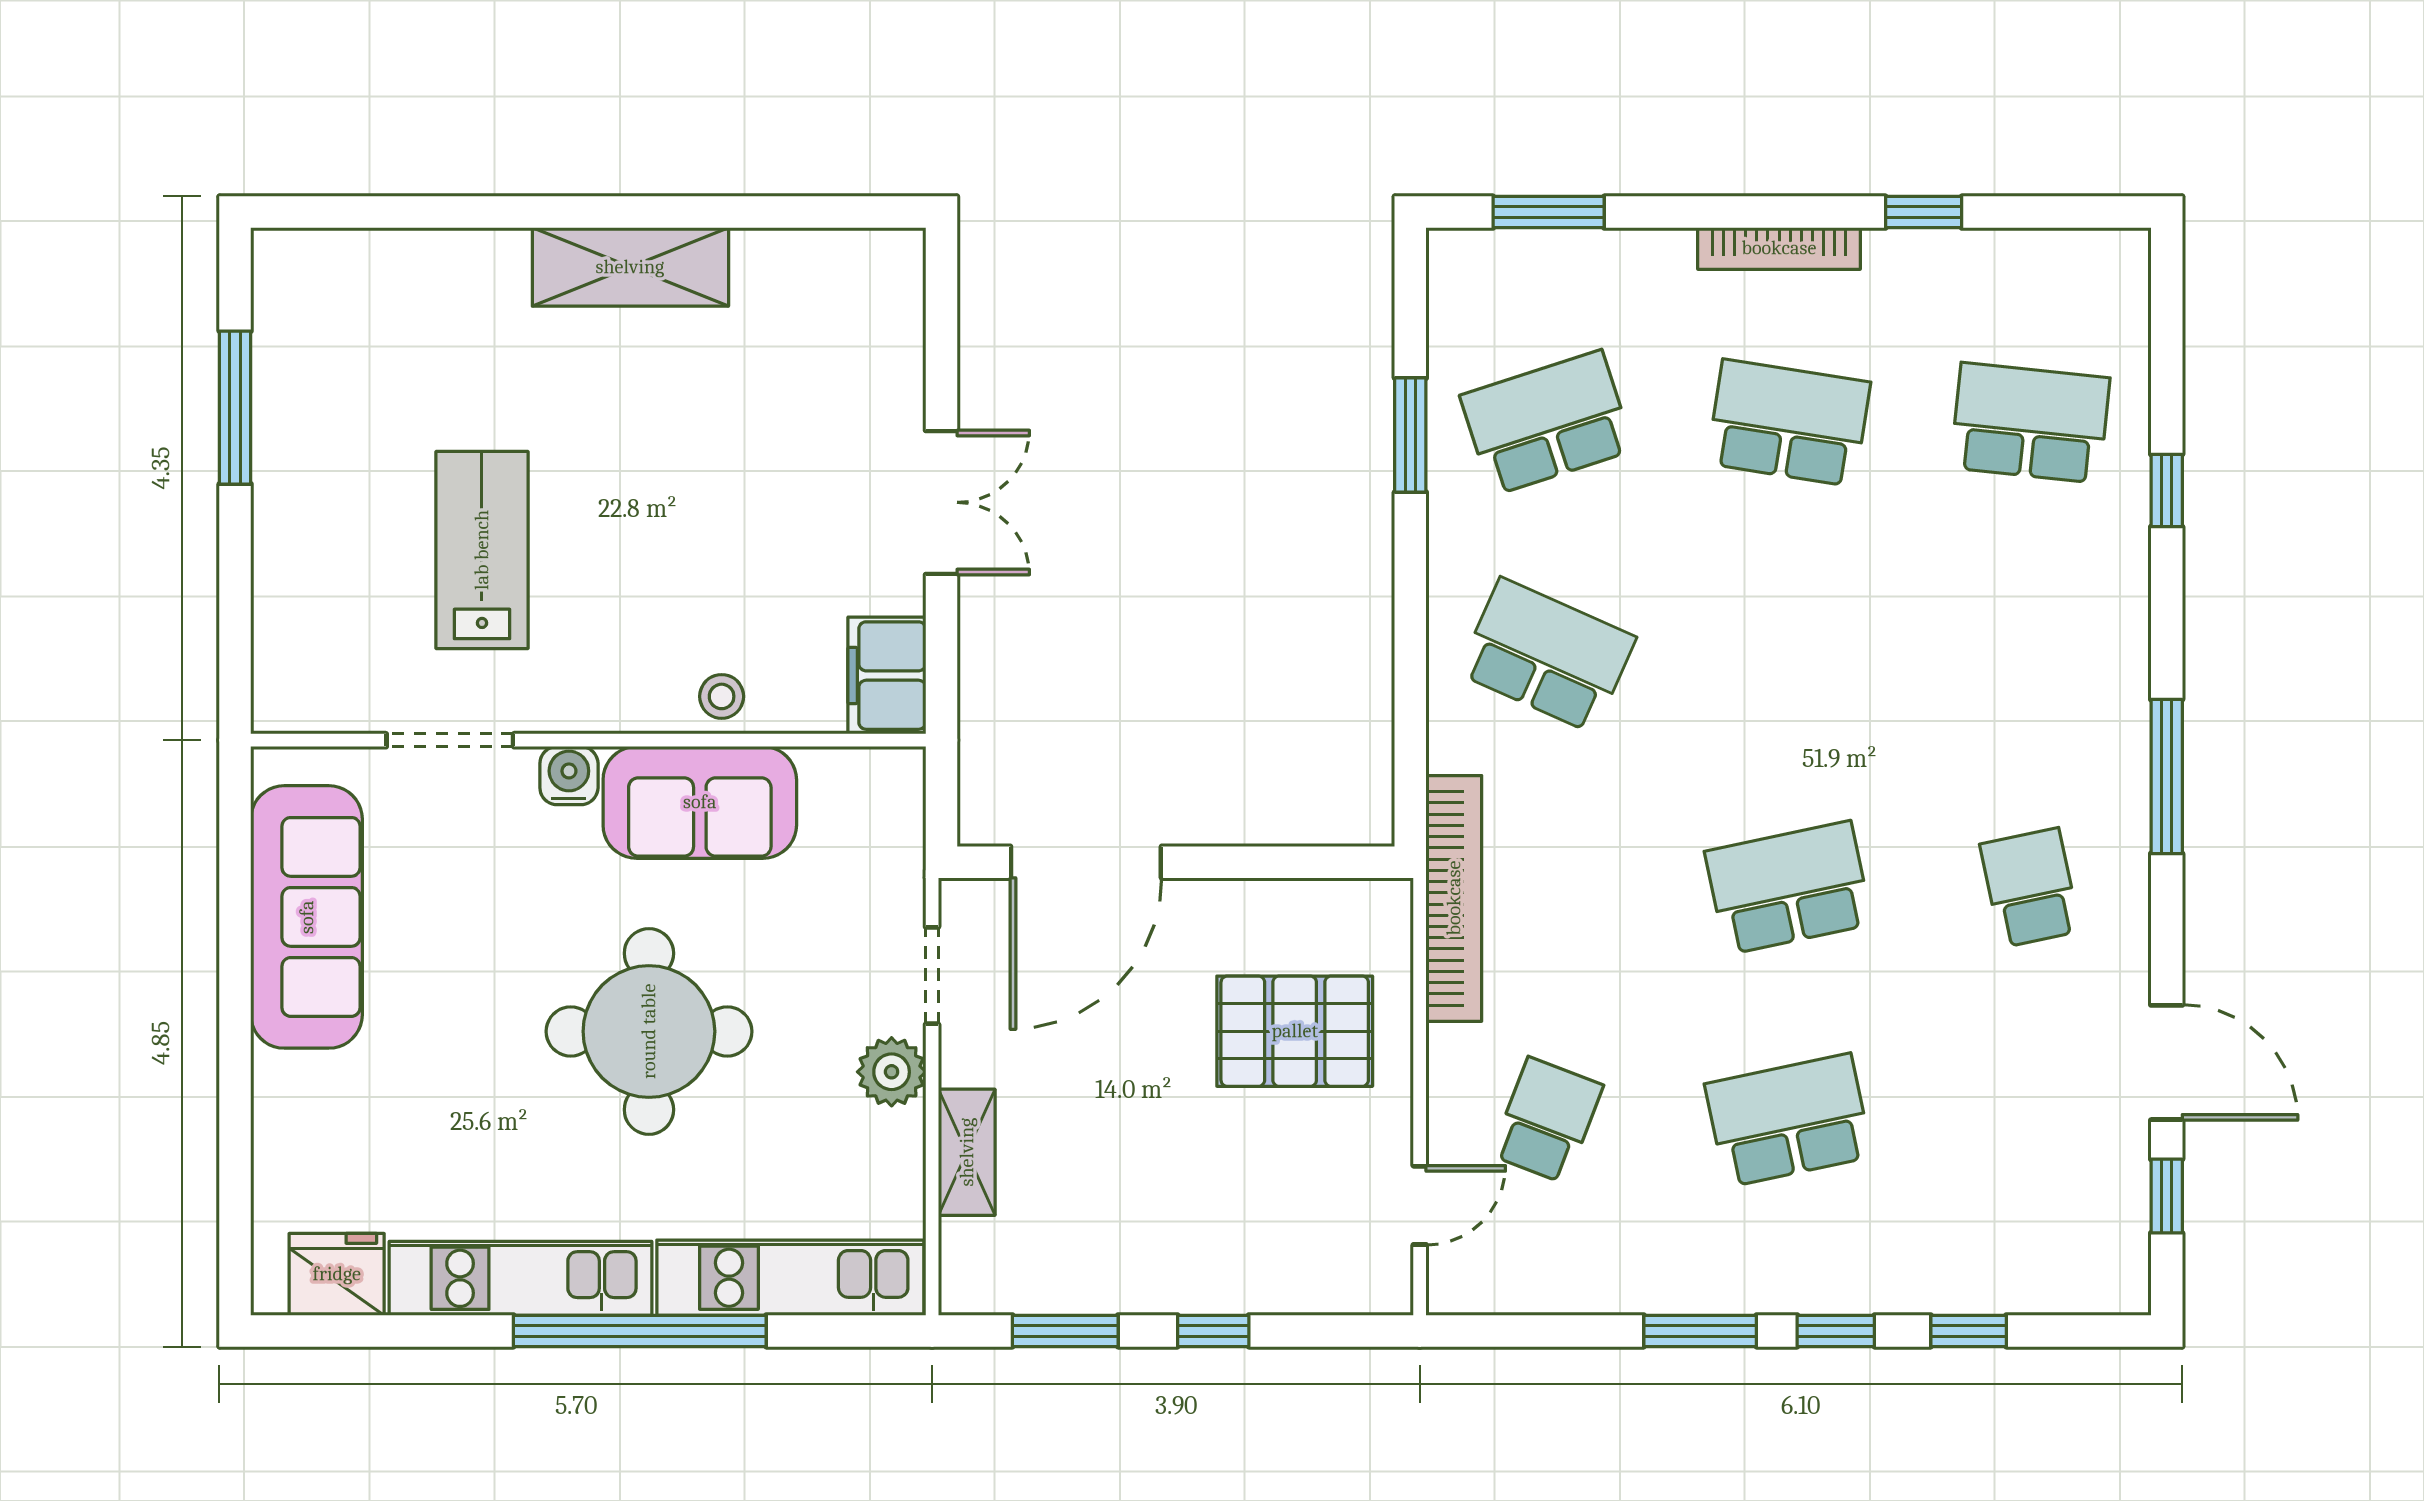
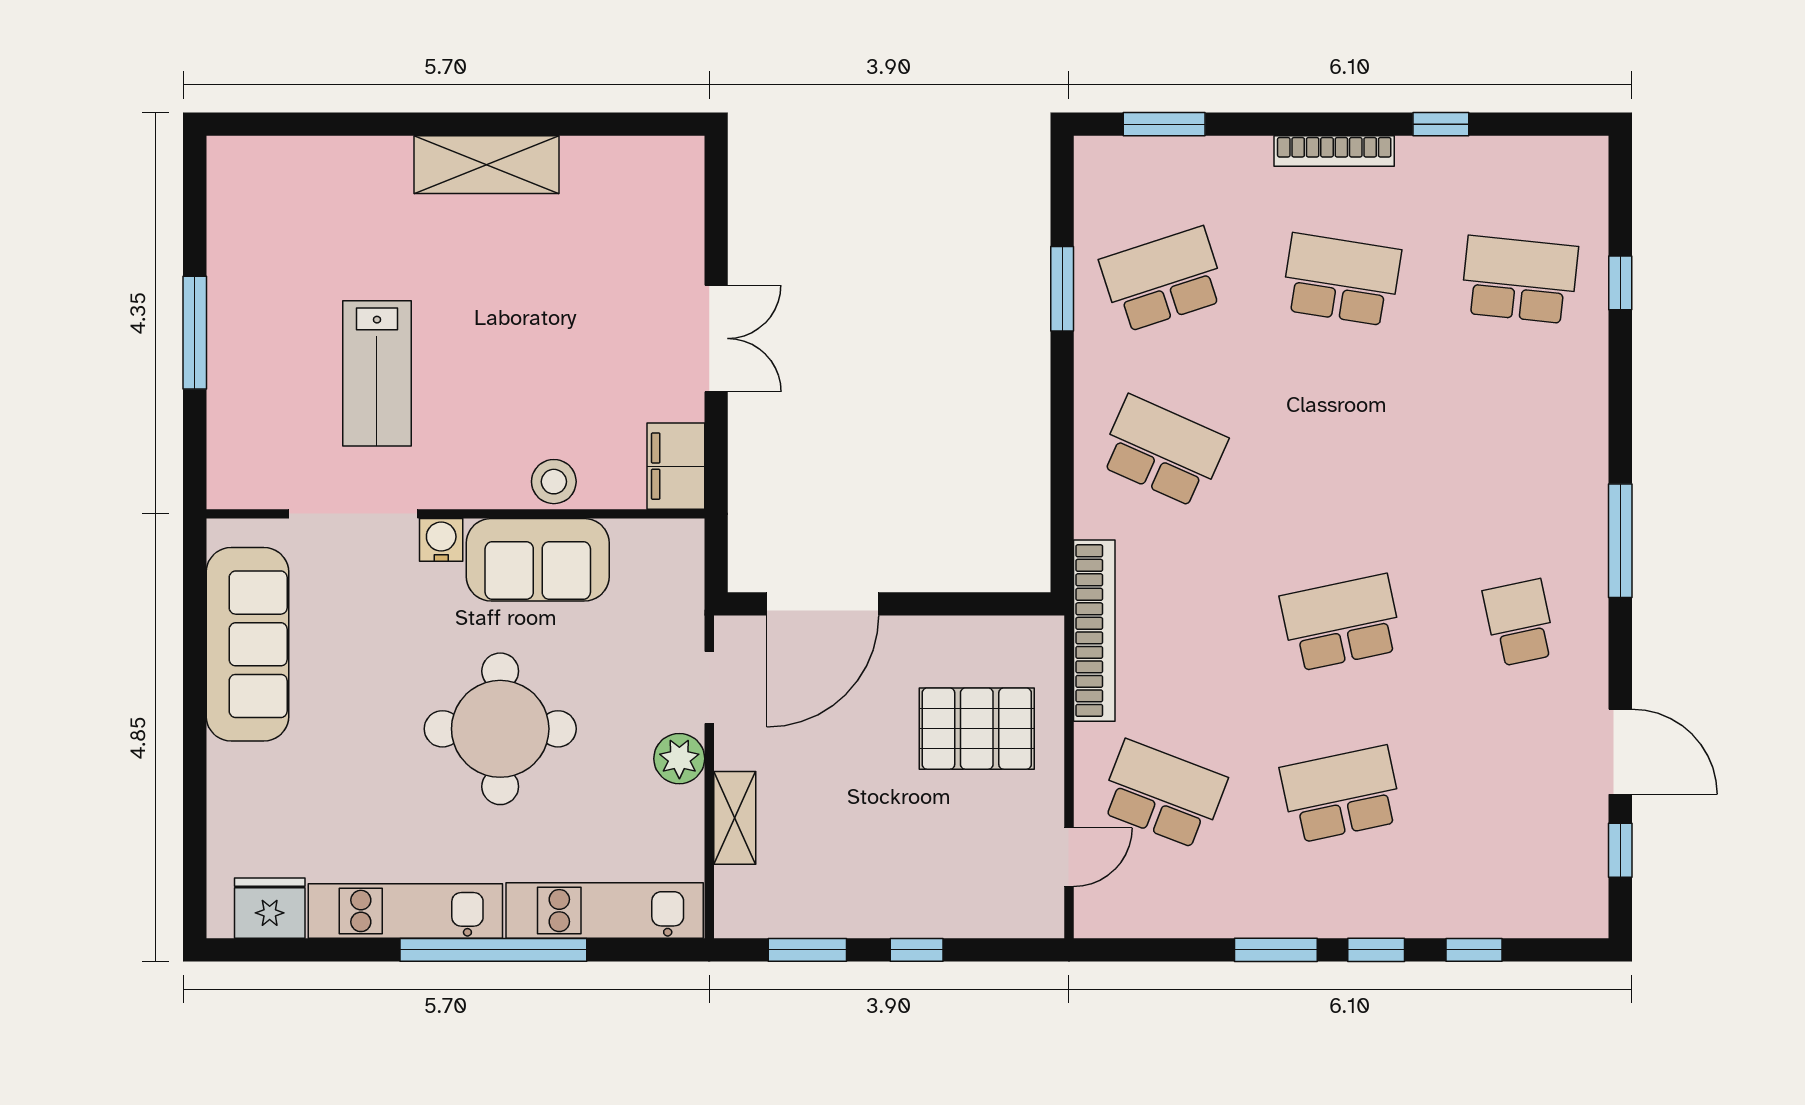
window: (235, 408) -> (195, 333), moved
window: (2167, 491) -> (1620, 283), moved
lab bench: (482, 550) -> (377, 373), turned 180
stool: (722, 696) -> (554, 482), width x1.37, depth x1.37
doorway: (450, 740) -> (353, 514), width x1.36
school desk: (1547, 1120) -> (1163, 794), width x1.85

